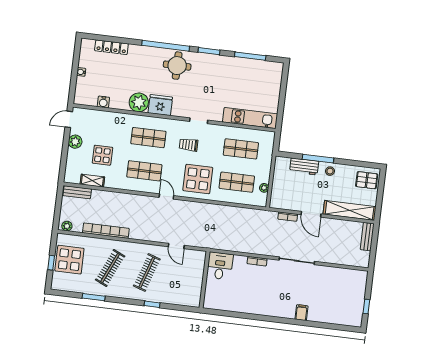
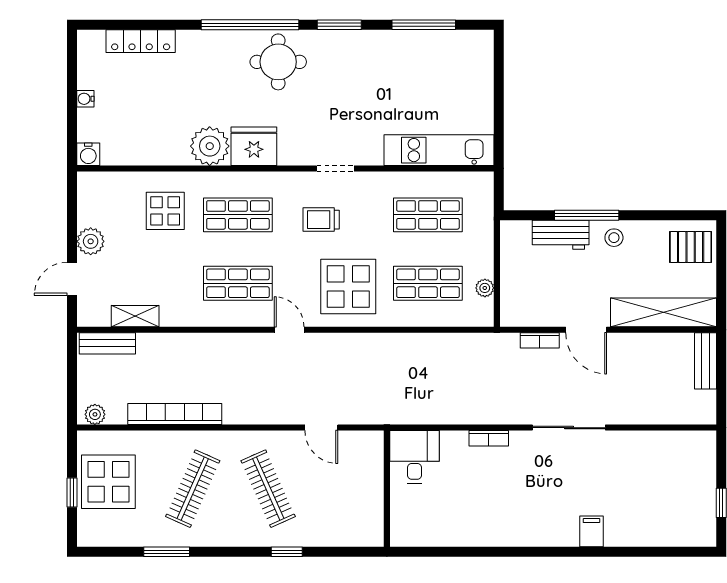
water cooler: (103, 102) -> (88, 154), moved
door: (69, 119) -> (72, 279), moved
display table: (102, 155) -> (165, 211), moved
clothes rail: (147, 273) -> (268, 489), turned -42

